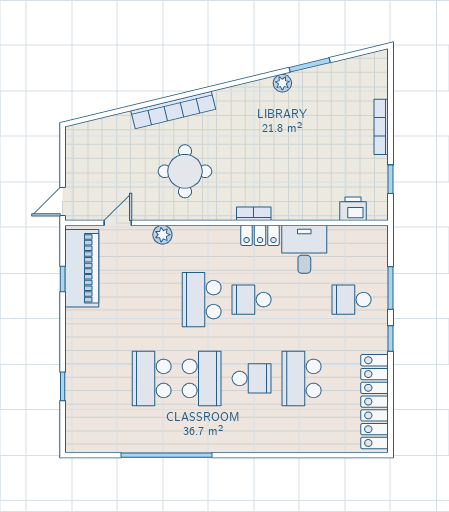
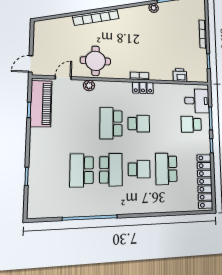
round table: (185, 171) -> (96, 61), moved
printer: (353, 209) -> (180, 75), moved
desk: (304, 249) -> (197, 101), moved, turned 90
school desk: (252, 300) -> (139, 124), turned 180

